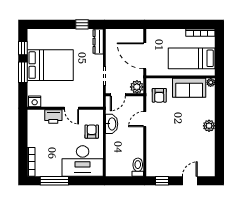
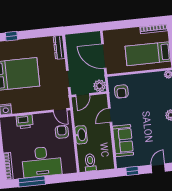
window: (82, 24) -> (11, 36), moved
sofa: (189, 88) -> (123, 141), moved, turned -90
door: (72, 108) -> (60, 110), moved
washbasin: (112, 124) -> (81, 135), moved
desk: (83, 161) -> (42, 162), moved
toilet: (138, 167) -> (90, 162), moved

